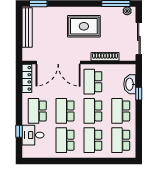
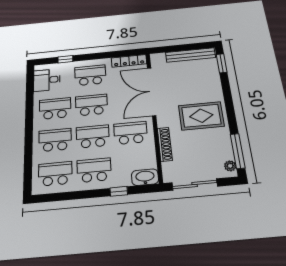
rug: (84, 26) -> (201, 116), turned 90
washbasin: (130, 84) -> (145, 177), moved
desk: (33, 135) -> (47, 80), moved, turned -90

